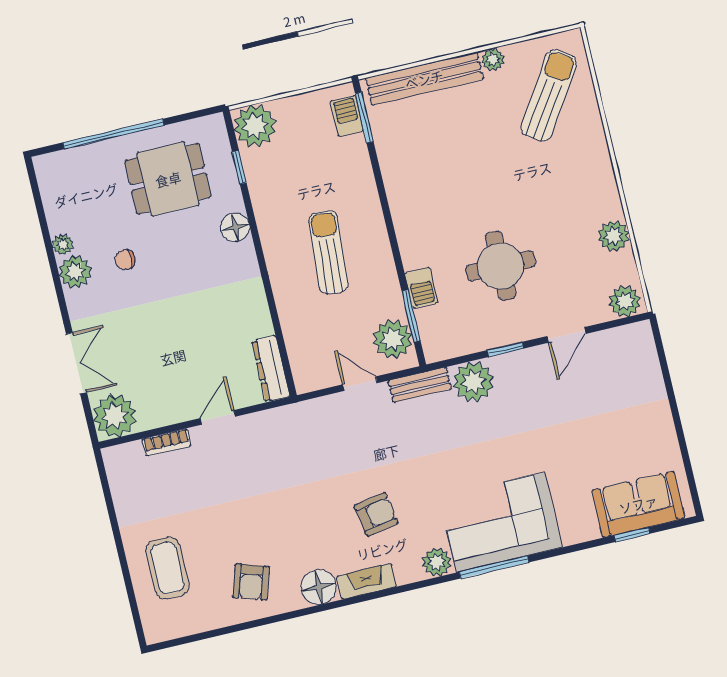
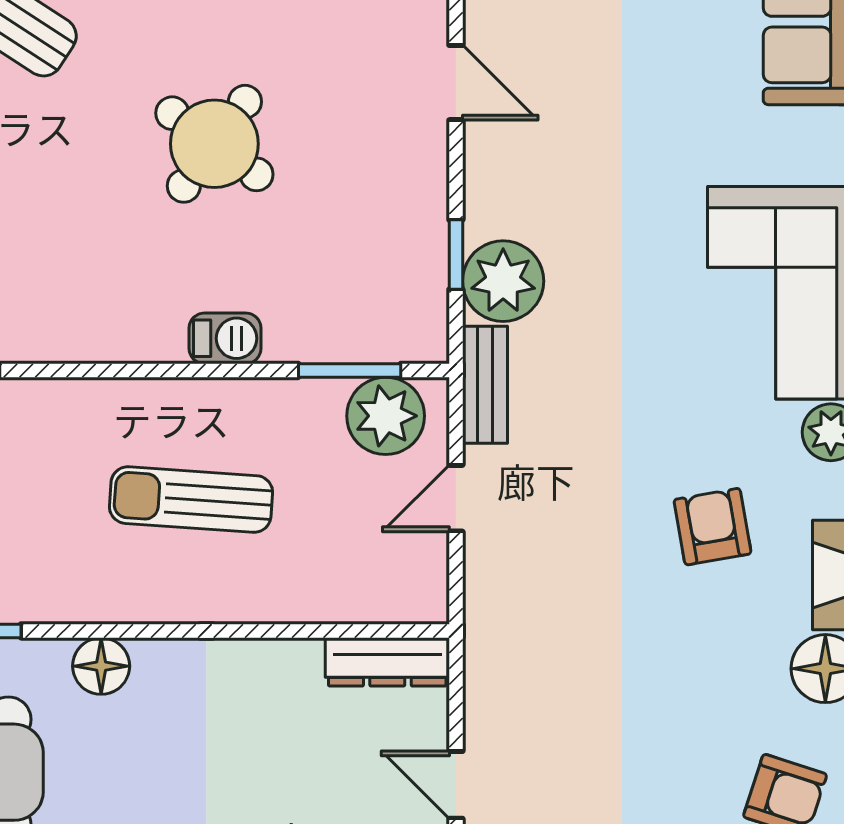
round table: (501, 266) -> (214, 144), moved, turned 36
barbecue: (421, 288) -> (225, 338), moved
window: (505, 349) -> (456, 255), moved

